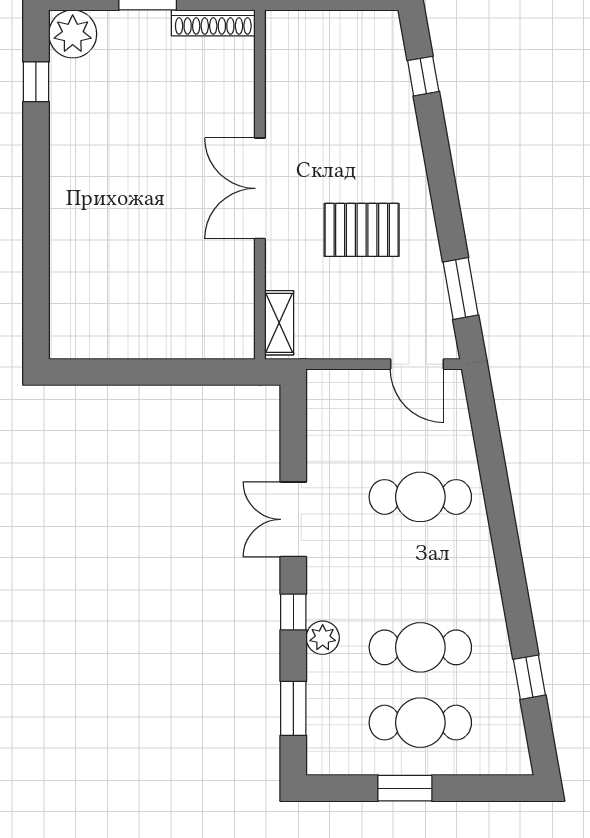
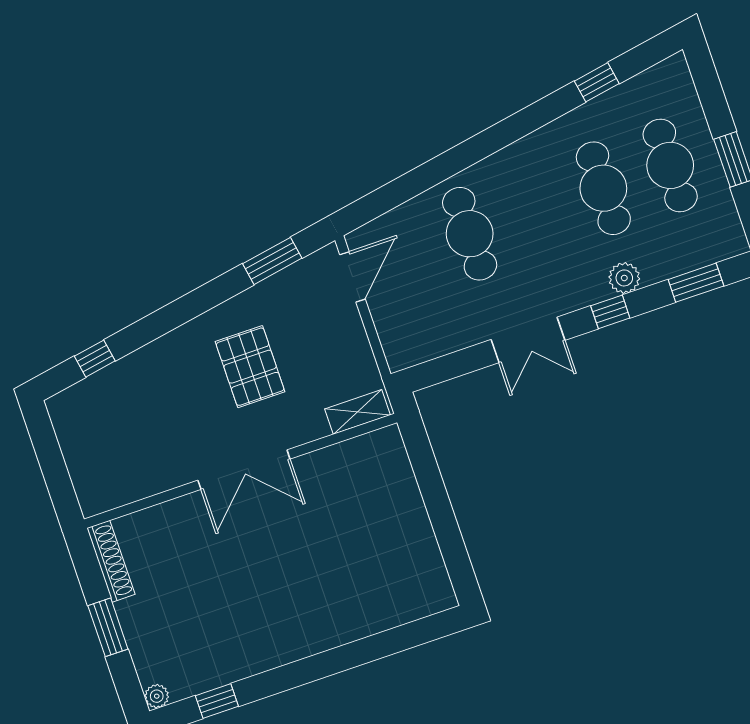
plant: (73, 34) -> (157, 696), width x0.53, depth x0.53

